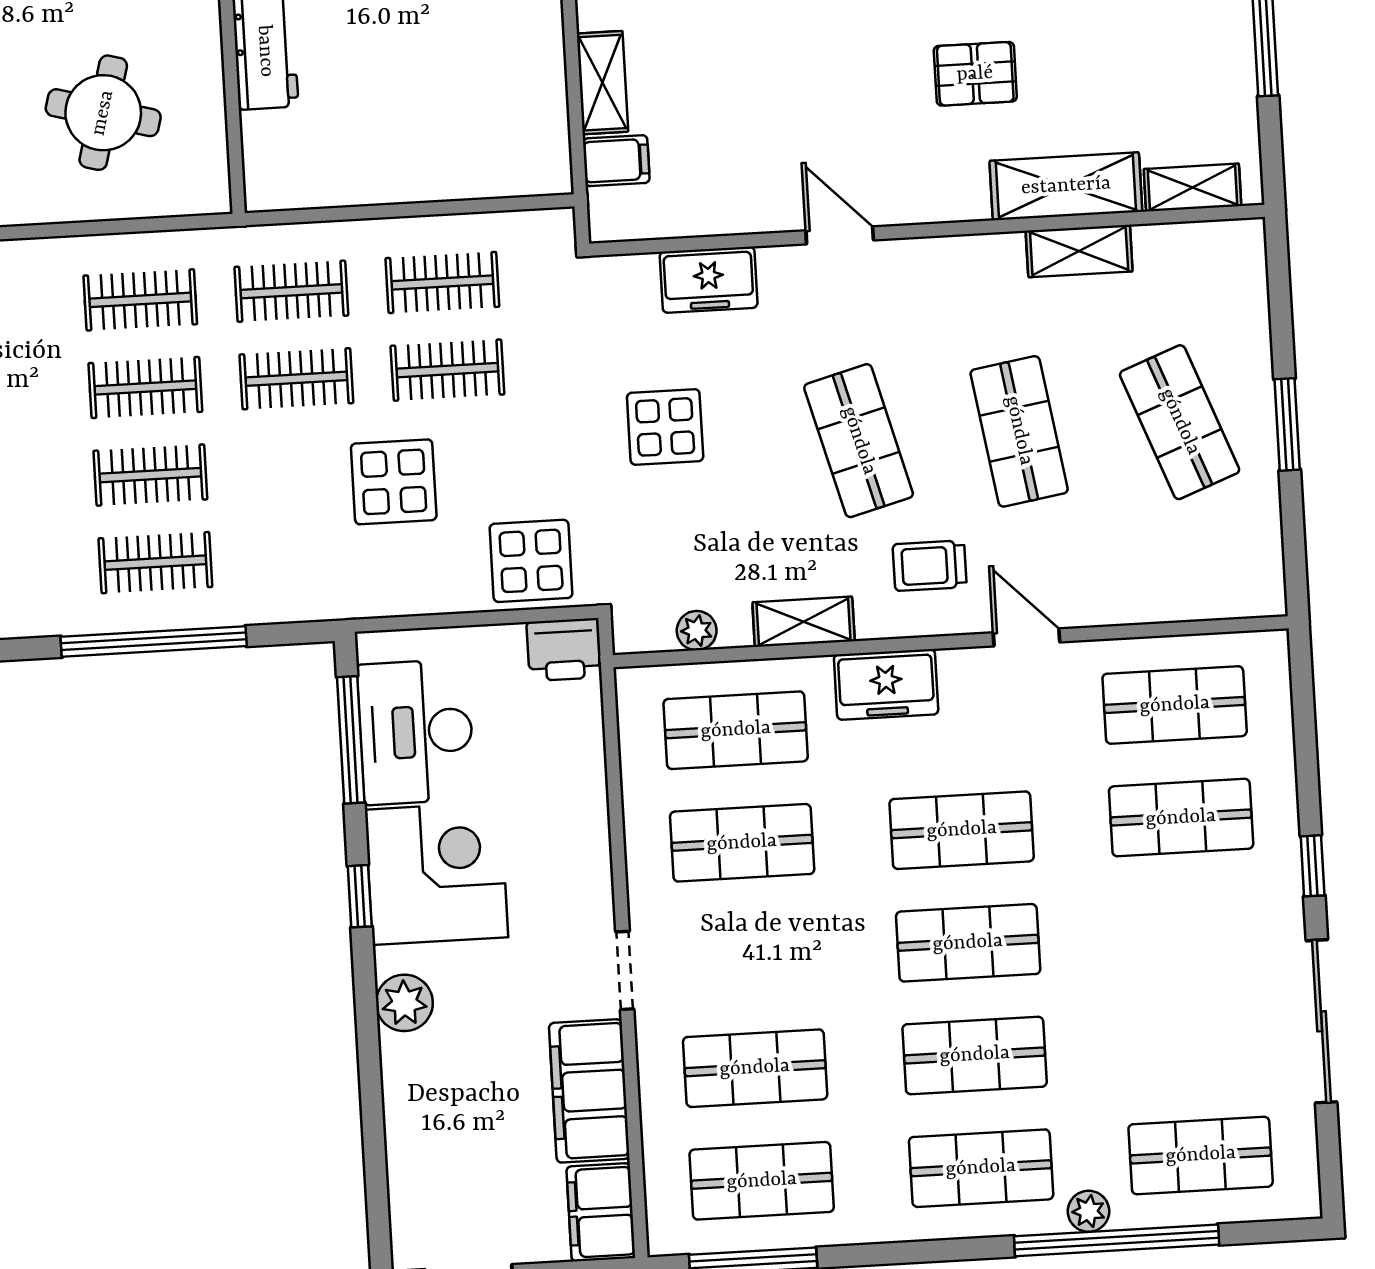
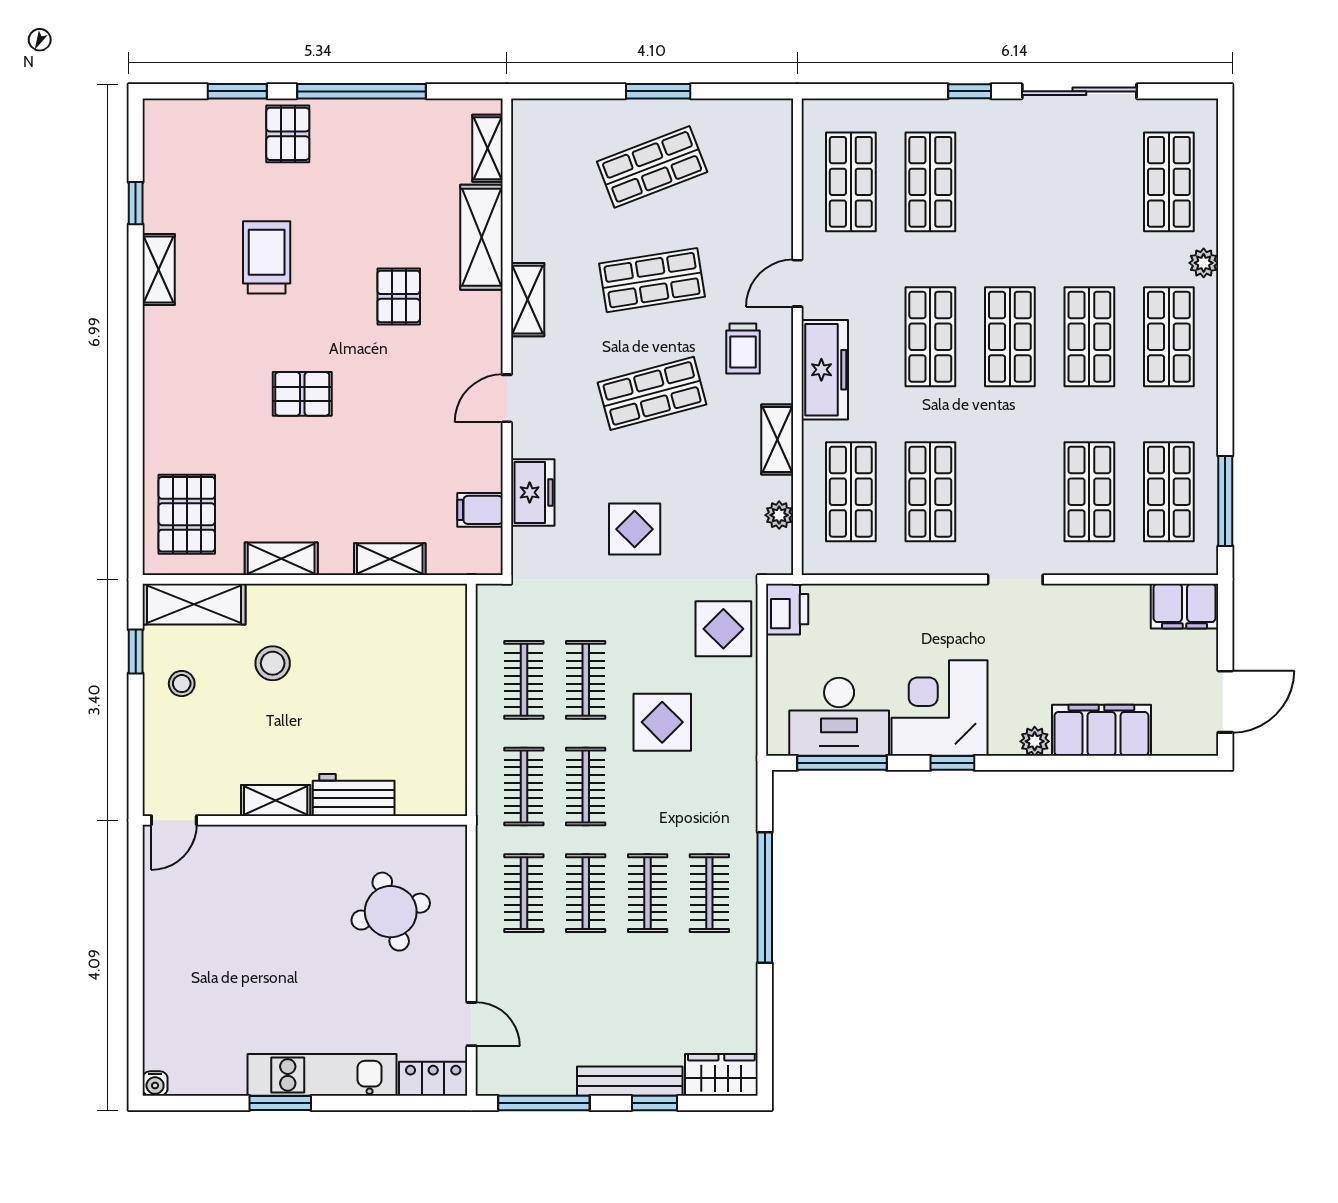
round table: (103, 113) -> (391, 912), turned -31
filing cabinet: (616, 161) -> (480, 510), moved, turned -90
shelving: (1079, 251) -> (528, 300), moved
freezer: (886, 684) -> (825, 370), width x1.40
plant: (404, 1003) -> (1035, 741), width x0.73, depth x0.73
filing cabinet: (589, 1091) -> (1101, 730), moved, turned 180
window: (1117, 1240) -> (1225, 244), removed

